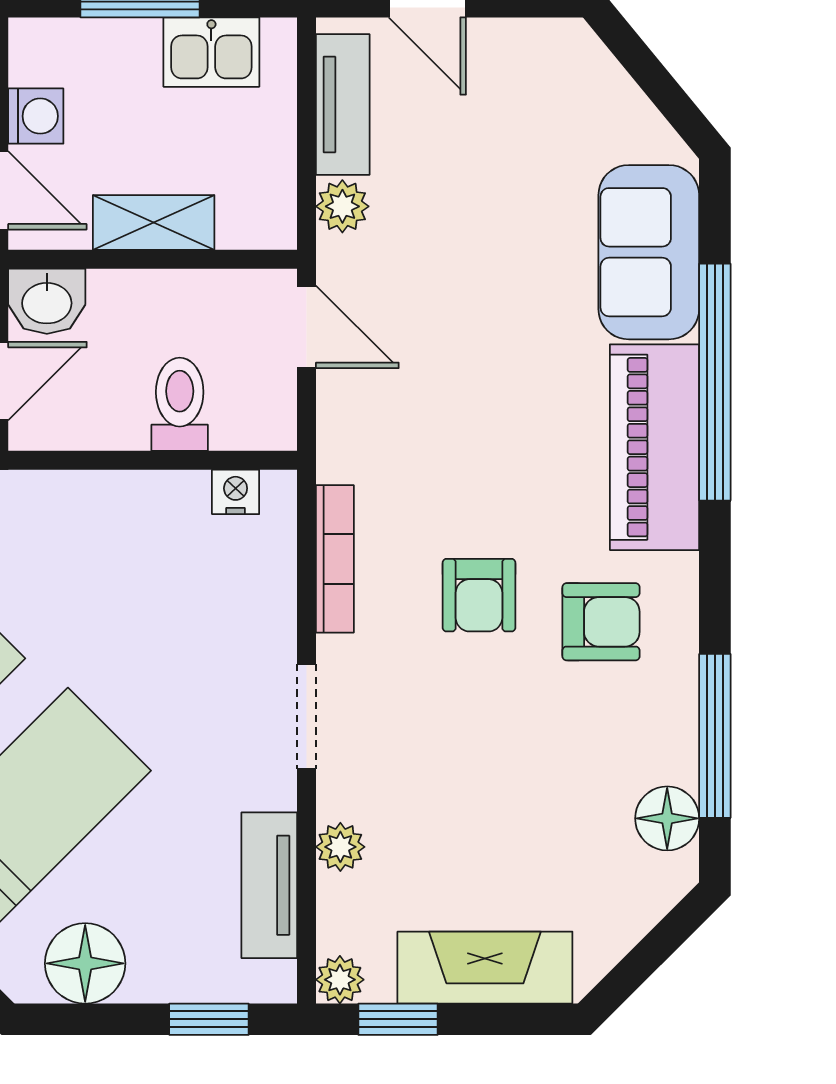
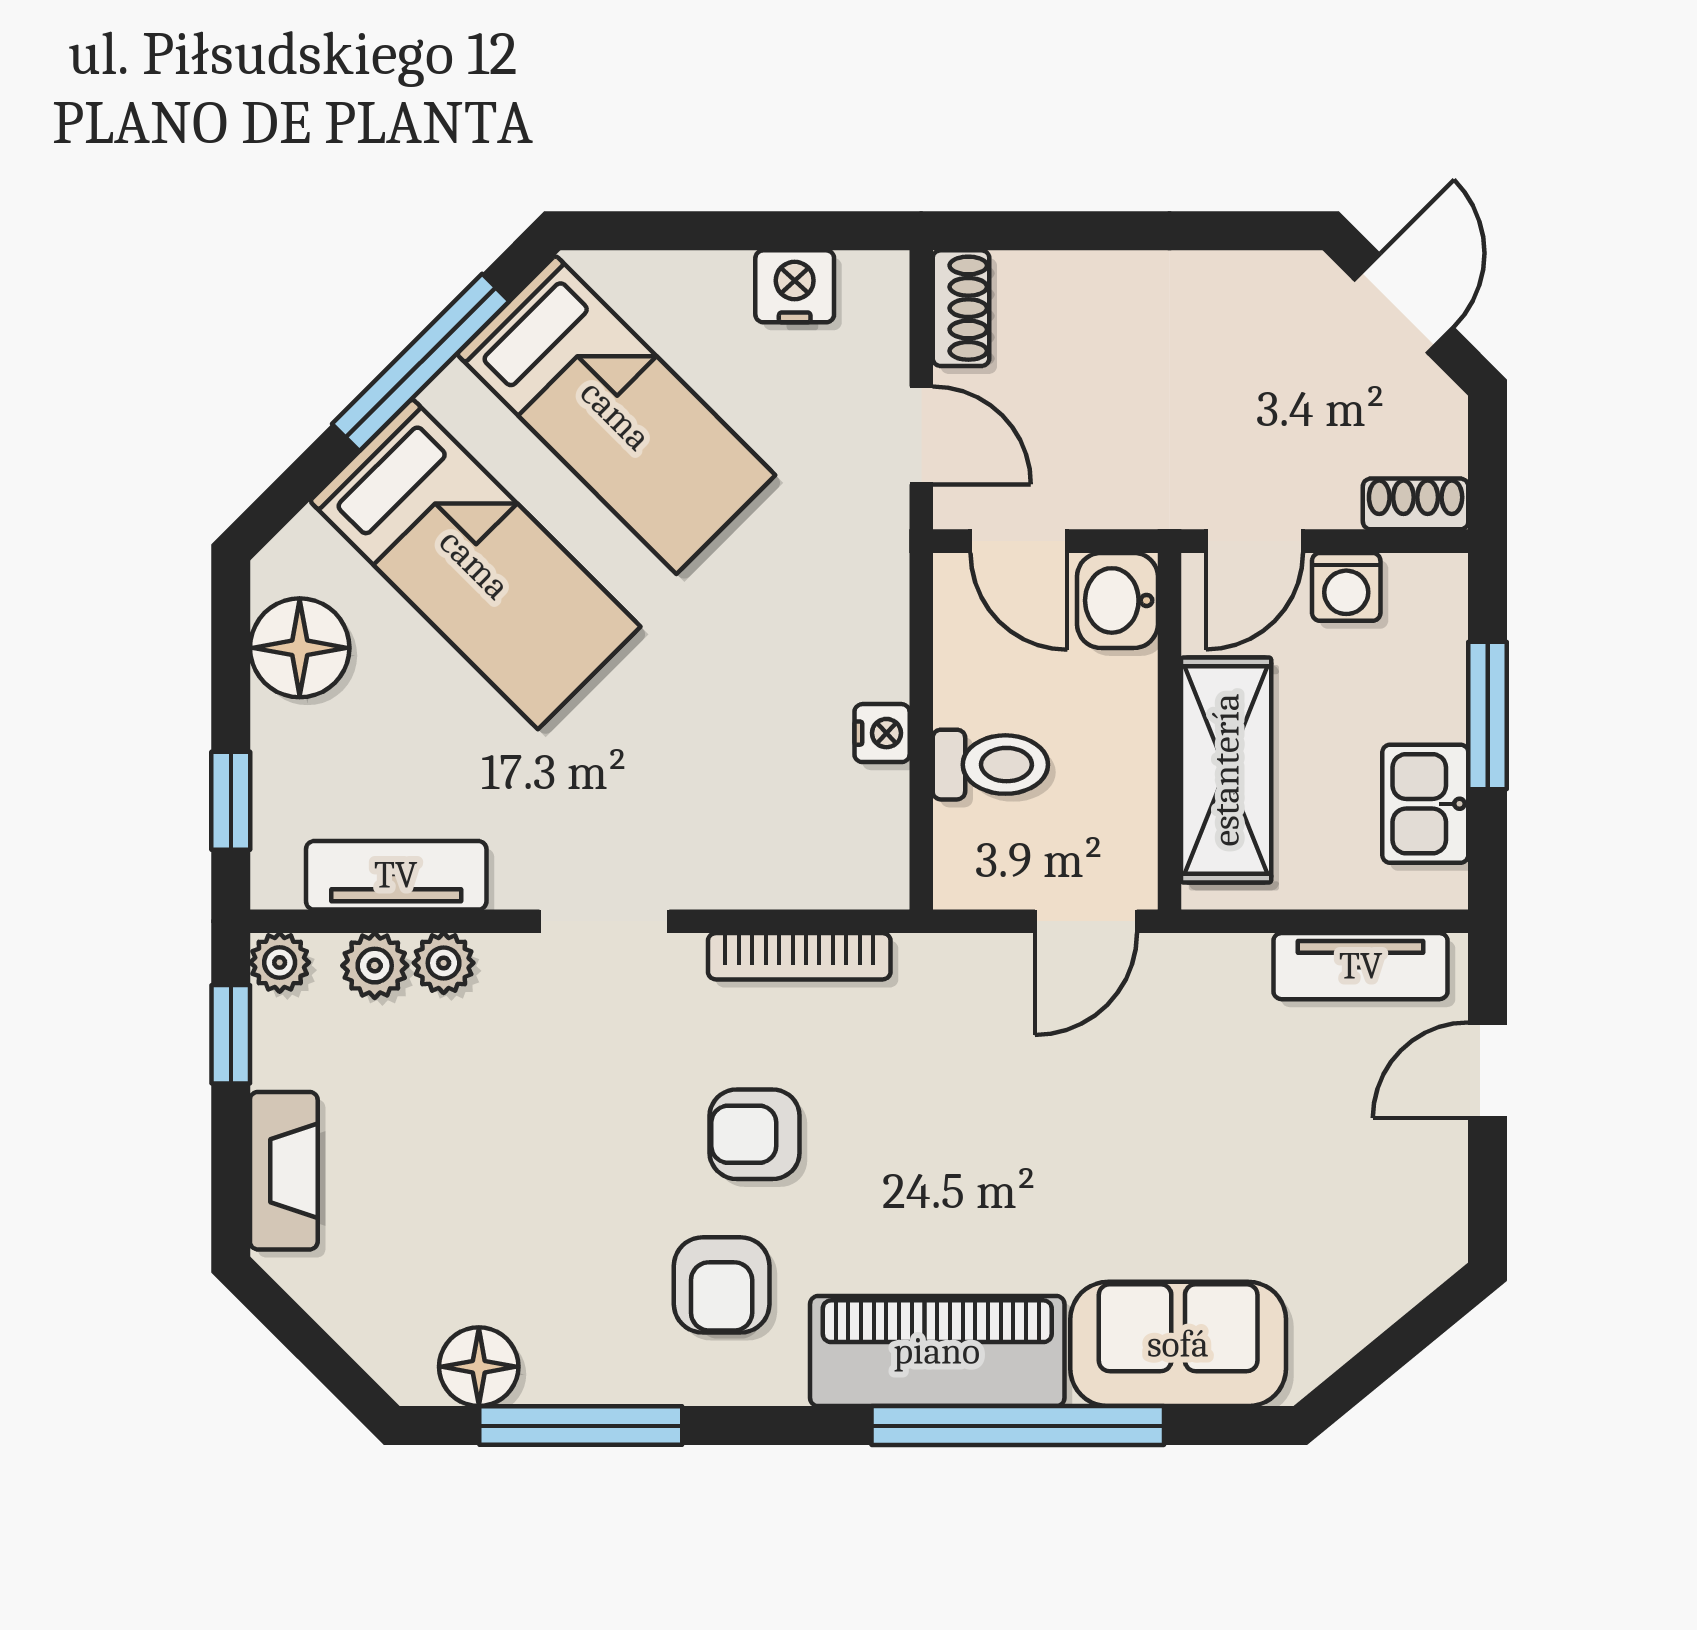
plant: (342, 206) -> (375, 966), moved
shelving: (154, 222) -> (1226, 770), width x1.50, depth x1.33
nightstand: (236, 492) -> (882, 733), moved
fireplace: (485, 968) -> (284, 1171), width x0.73, depth x0.76

